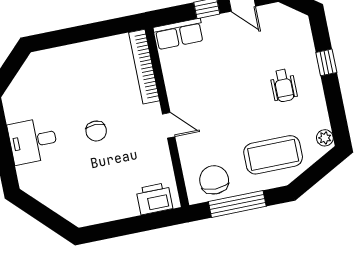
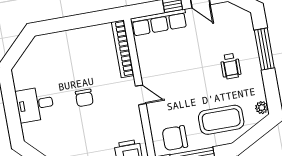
row of seats: (179, 34) -> (159, 23), width x1.48
window: (326, 62) -> (264, 49), width x2.17
chair: (214, 180) -> (175, 138), turned -90

